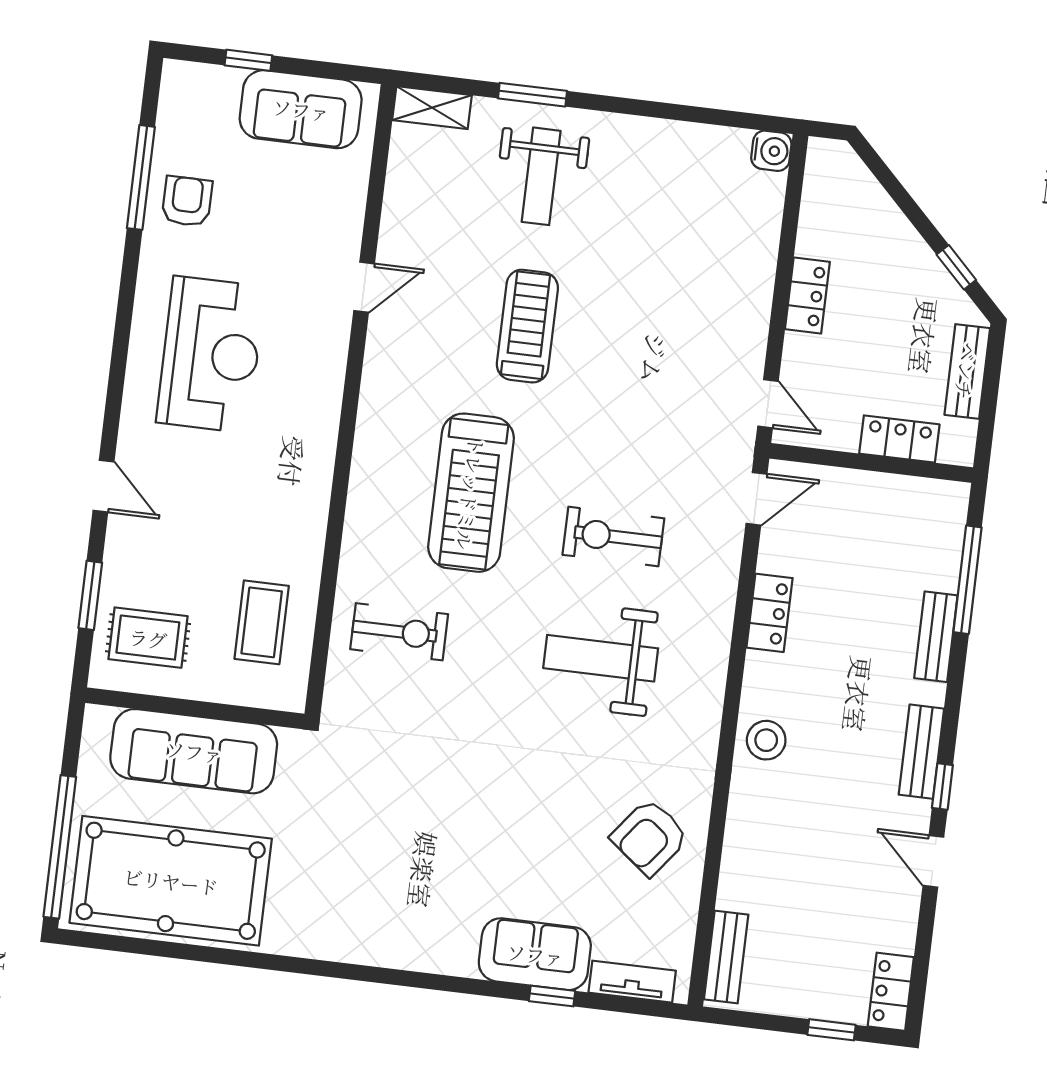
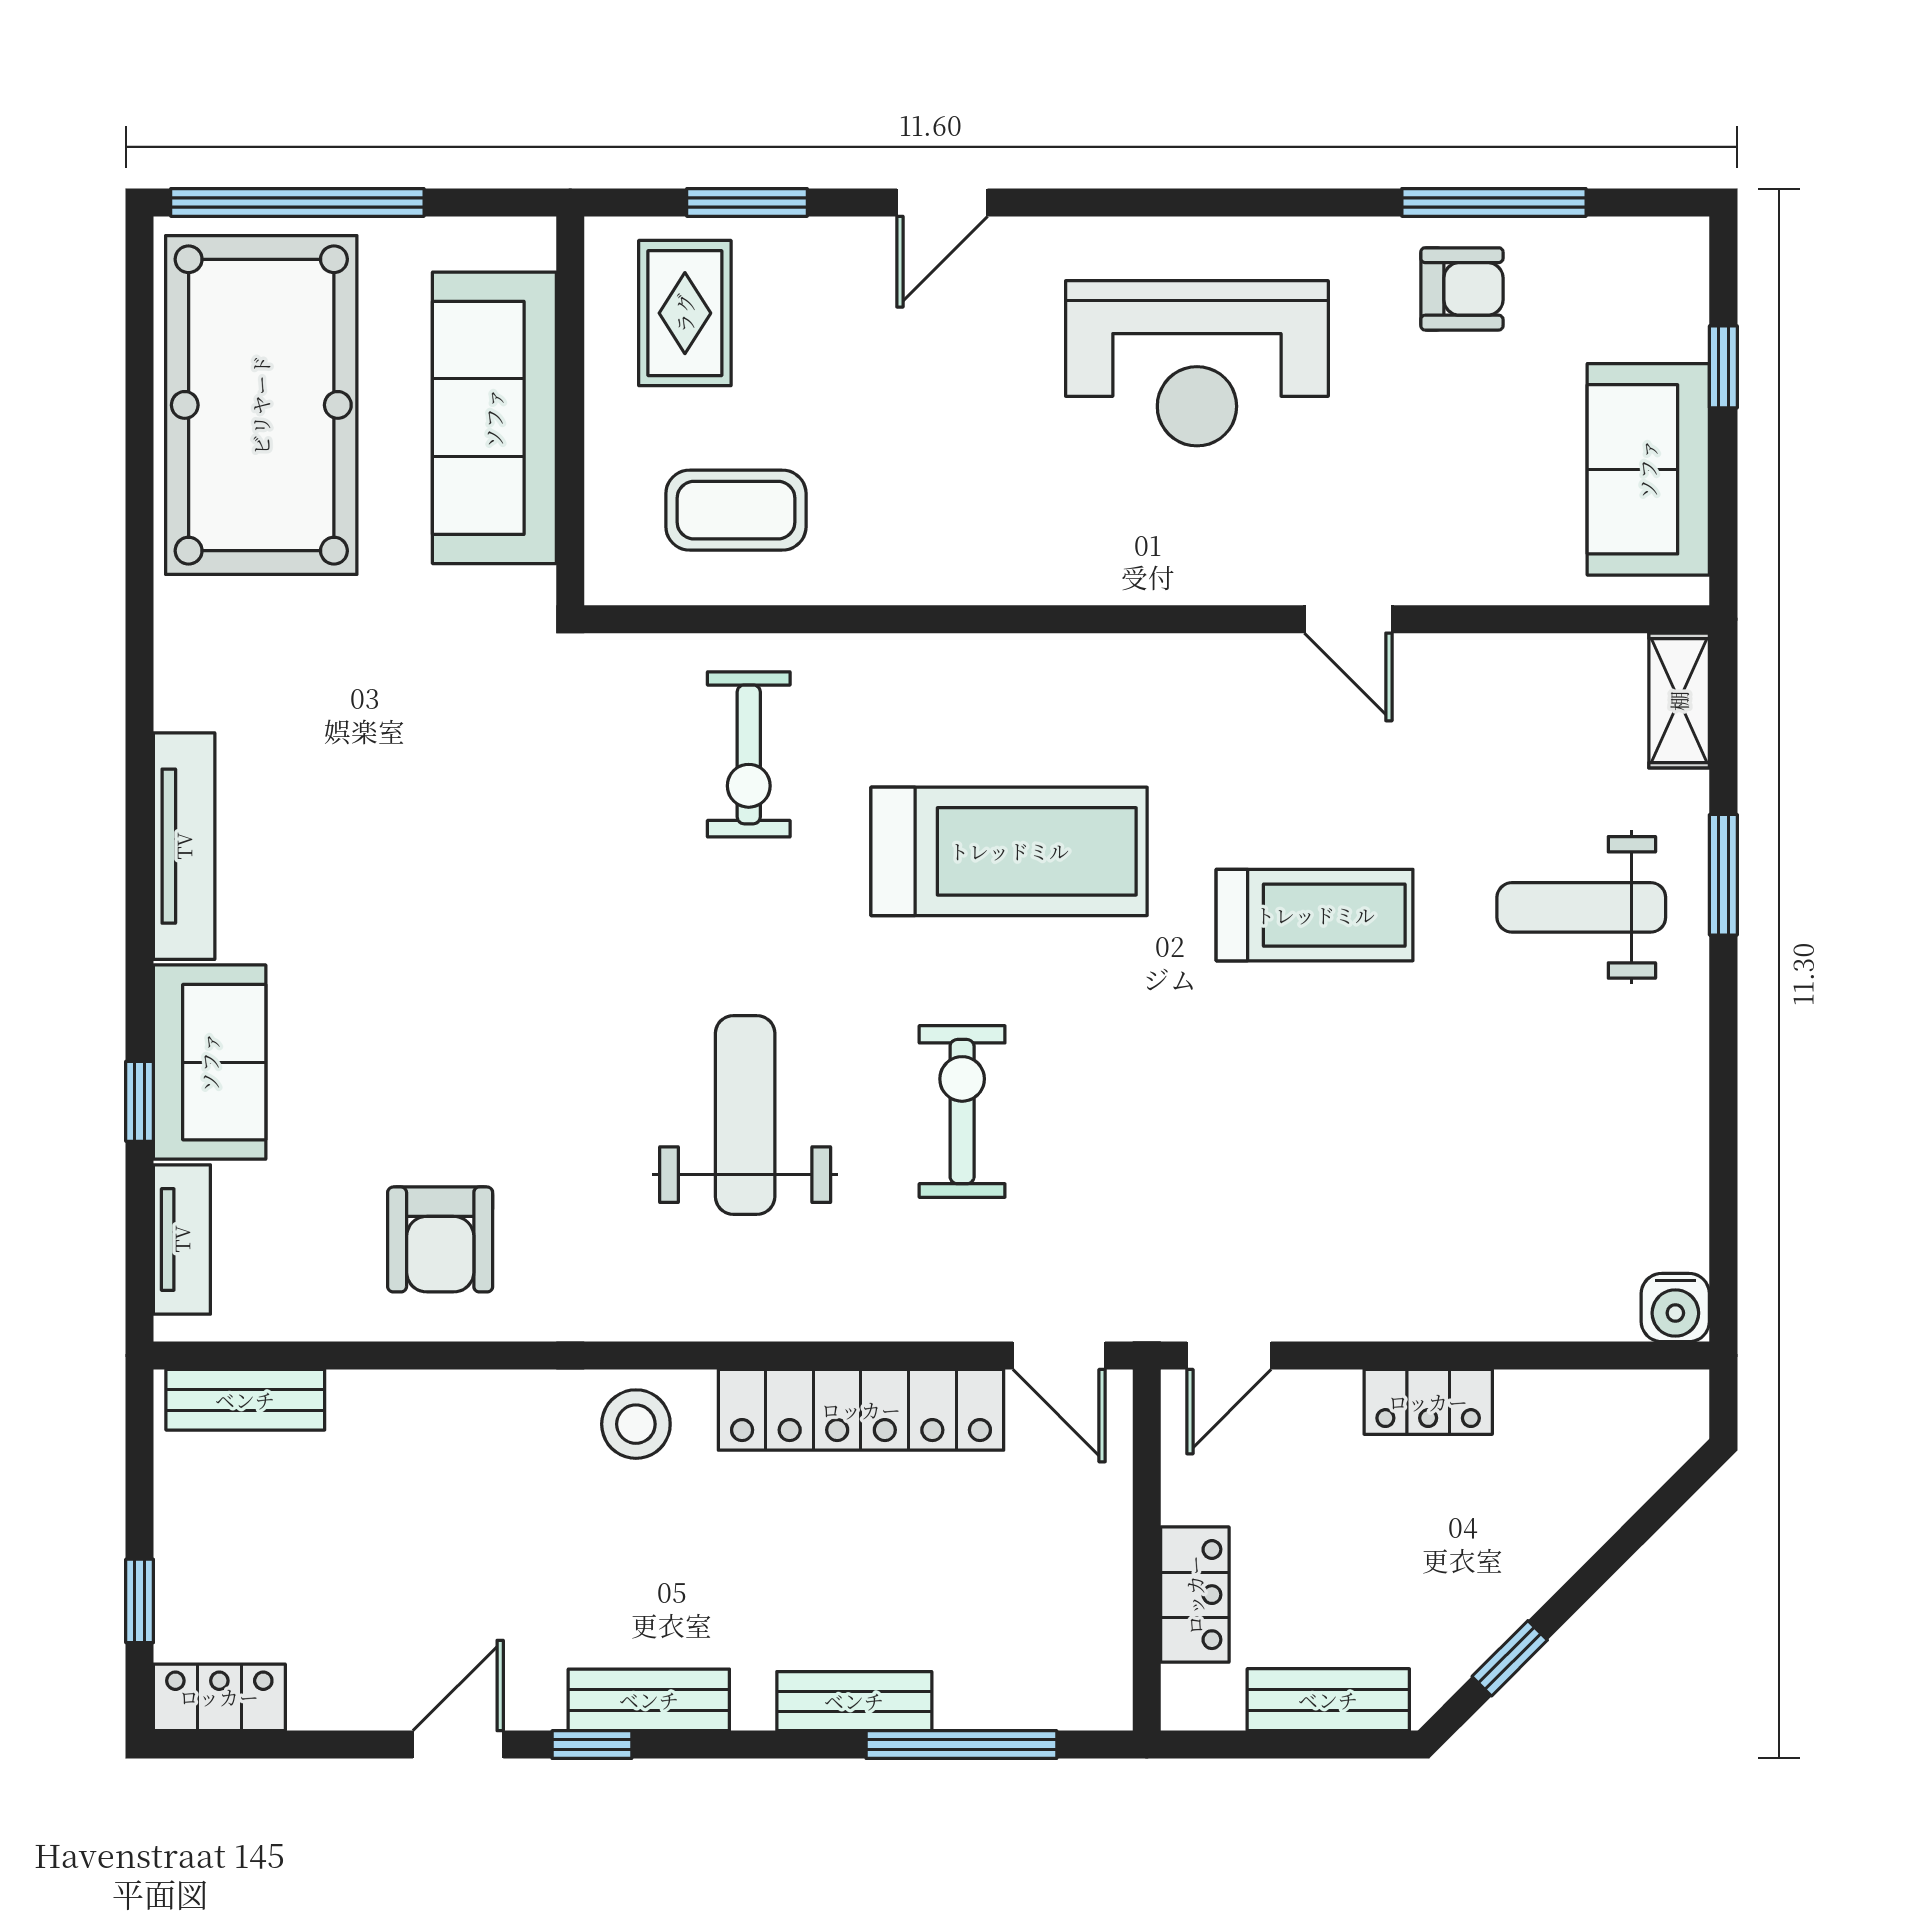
treadmill: (471, 493) -> (1009, 851), turned 180
locker: (770, 613) -> (861, 1410), width x2.16, depth x1.21
armchair: (650, 837) -> (440, 1239), turned -128
tv unit: (412, 954) -> (184, 846), added

